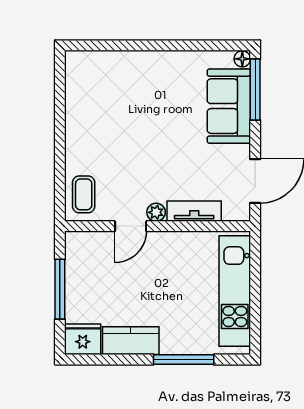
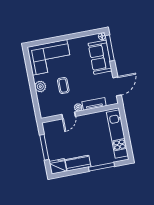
corner sofa: (112, 84) -> (50, 57), added
plant: (78, 147) -> (40, 87), added
coffee table: (84, 194) -> (63, 86), moved

